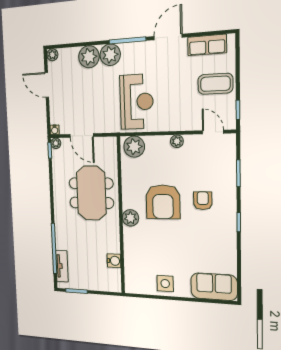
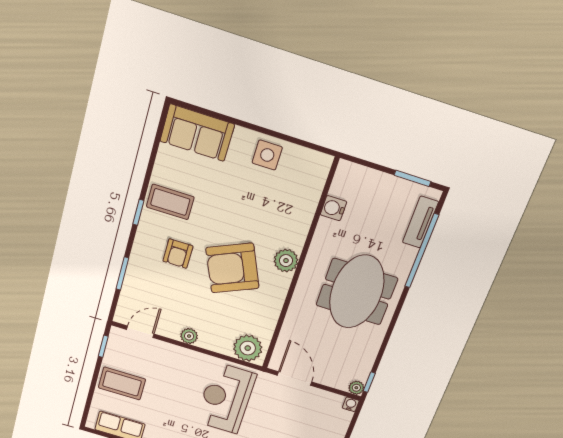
door: (213, 132) -> (140, 332), swing flipped
door: (82, 136) -> (295, 379), moved
meeting table: (91, 193) -> (357, 292), moved
armchair: (163, 202) -> (232, 268), turned -114
coffee table: (218, 236) -> (170, 202), added

